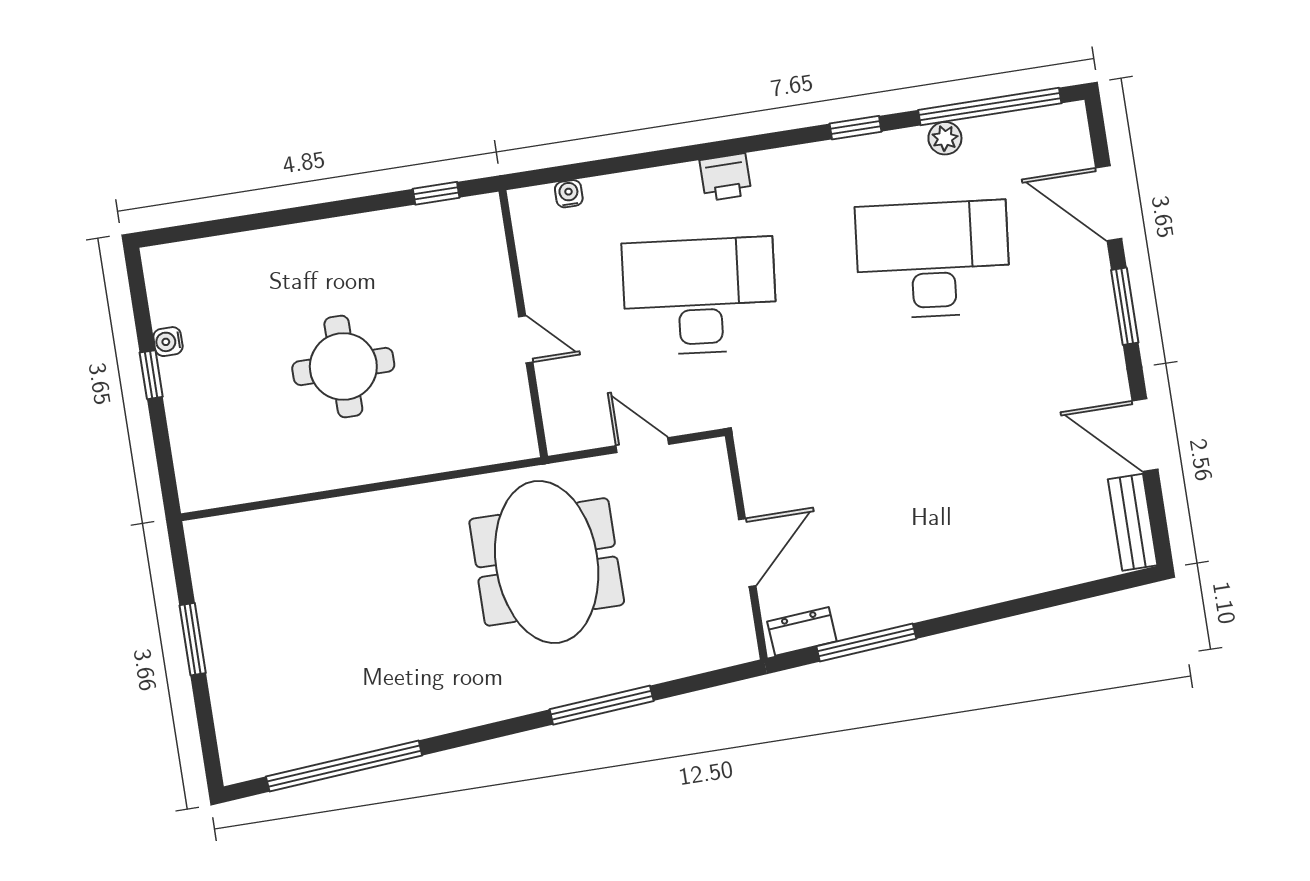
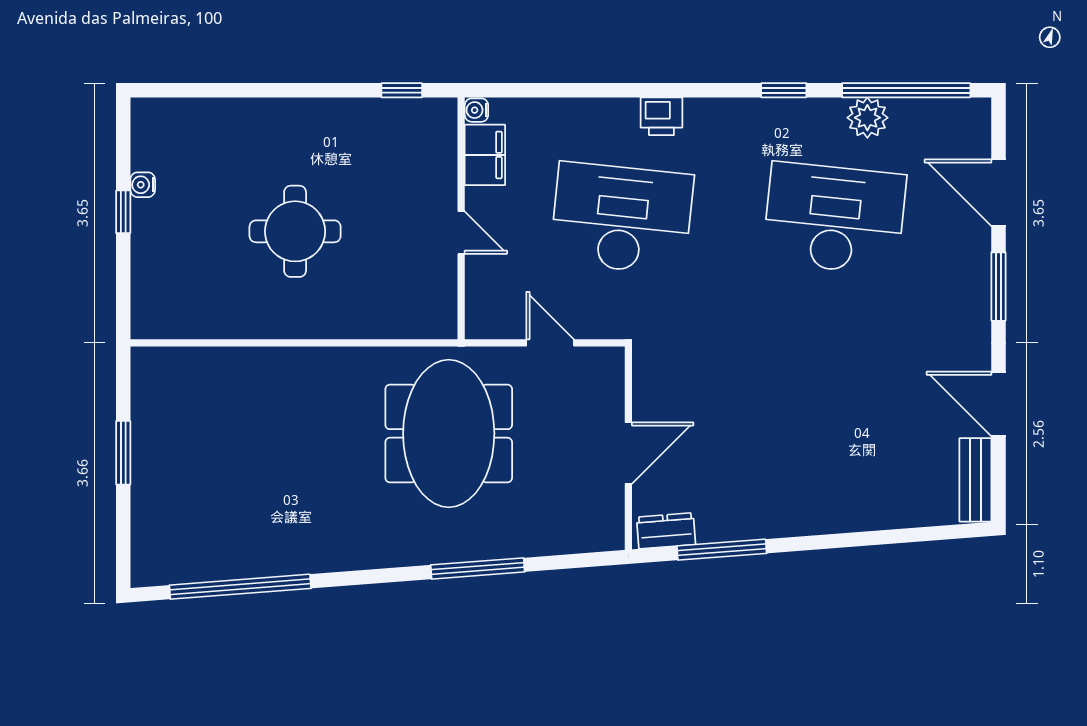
plant: (945, 138) -> (867, 118), width x1.38, depth x1.38
water cooler: (569, 194) -> (476, 110), moved, turned -90
filing cabinet: (538, 250) -> (485, 155), added

